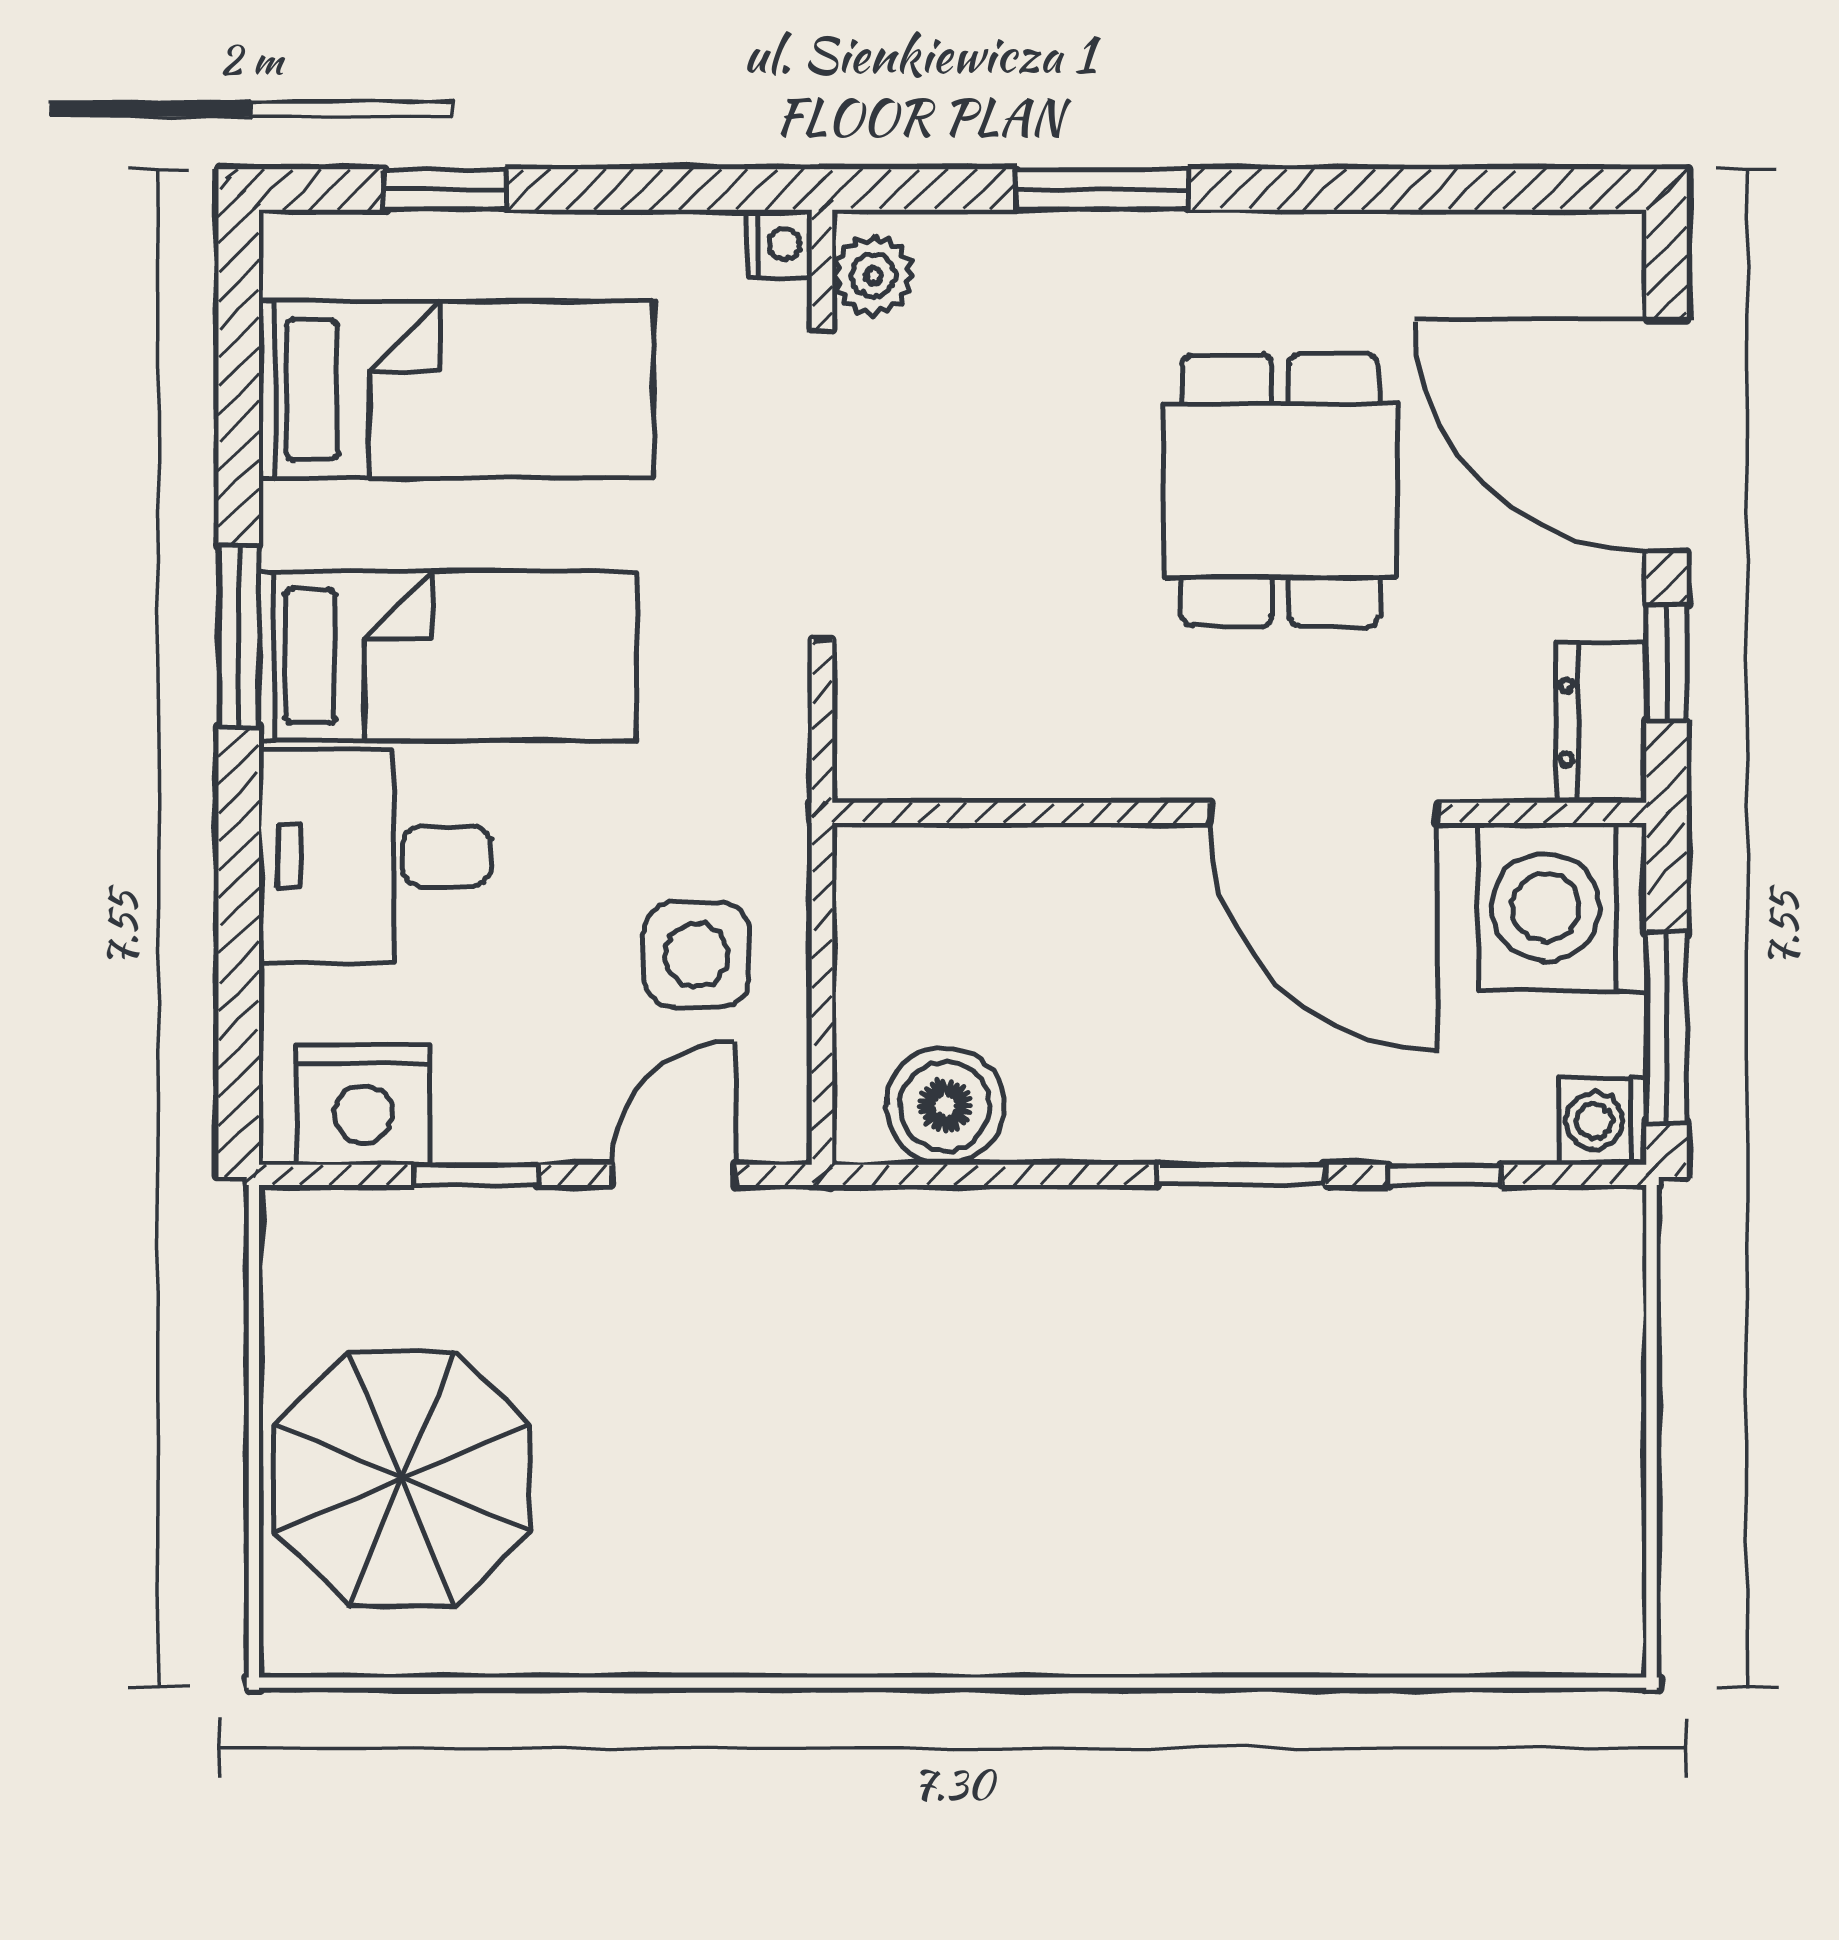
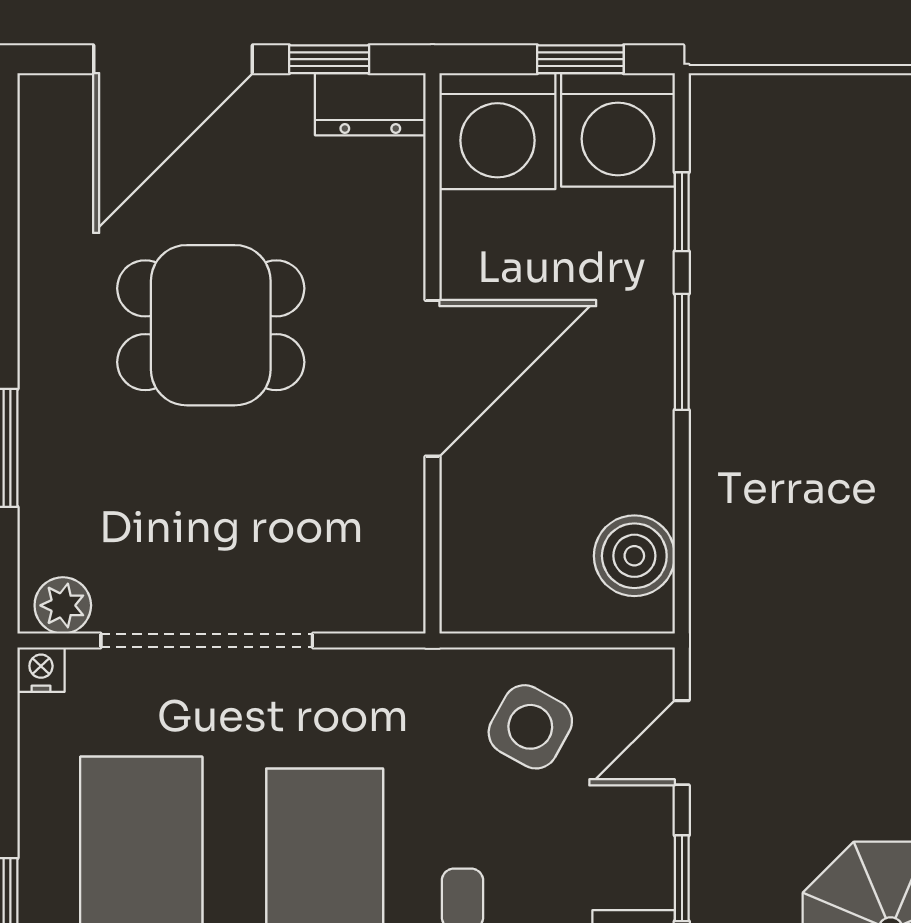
door: (1323, 813) -> (433, 378), moved
side table: (697, 955) -> (530, 727), turned 30
window: (1667, 1028) -> (580, 59), width x0.67
washing machine: (1603, 1121) -> (618, 130), width x1.89, depth x1.89
door: (673, 1175) -> (682, 743), hinge flipped

